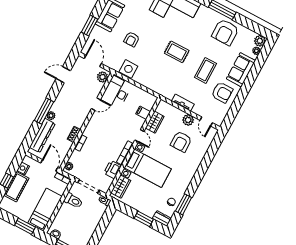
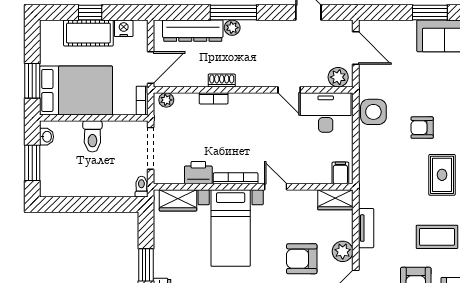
window: (90, 26) -> (430, 12), moved
armchair: (132, 39) -> (422, 128), moved
door: (93, 61) -> (356, 48), hinge flipped
filing cabinet: (143, 113) -> (340, 173), moved
wardrobe: (155, 122) -> (335, 200), moved
door: (139, 136) -> (276, 187), swing flipped
toilet: (73, 201) -> (92, 136), moved
bed: (45, 210) -> (76, 90), width x1.50

